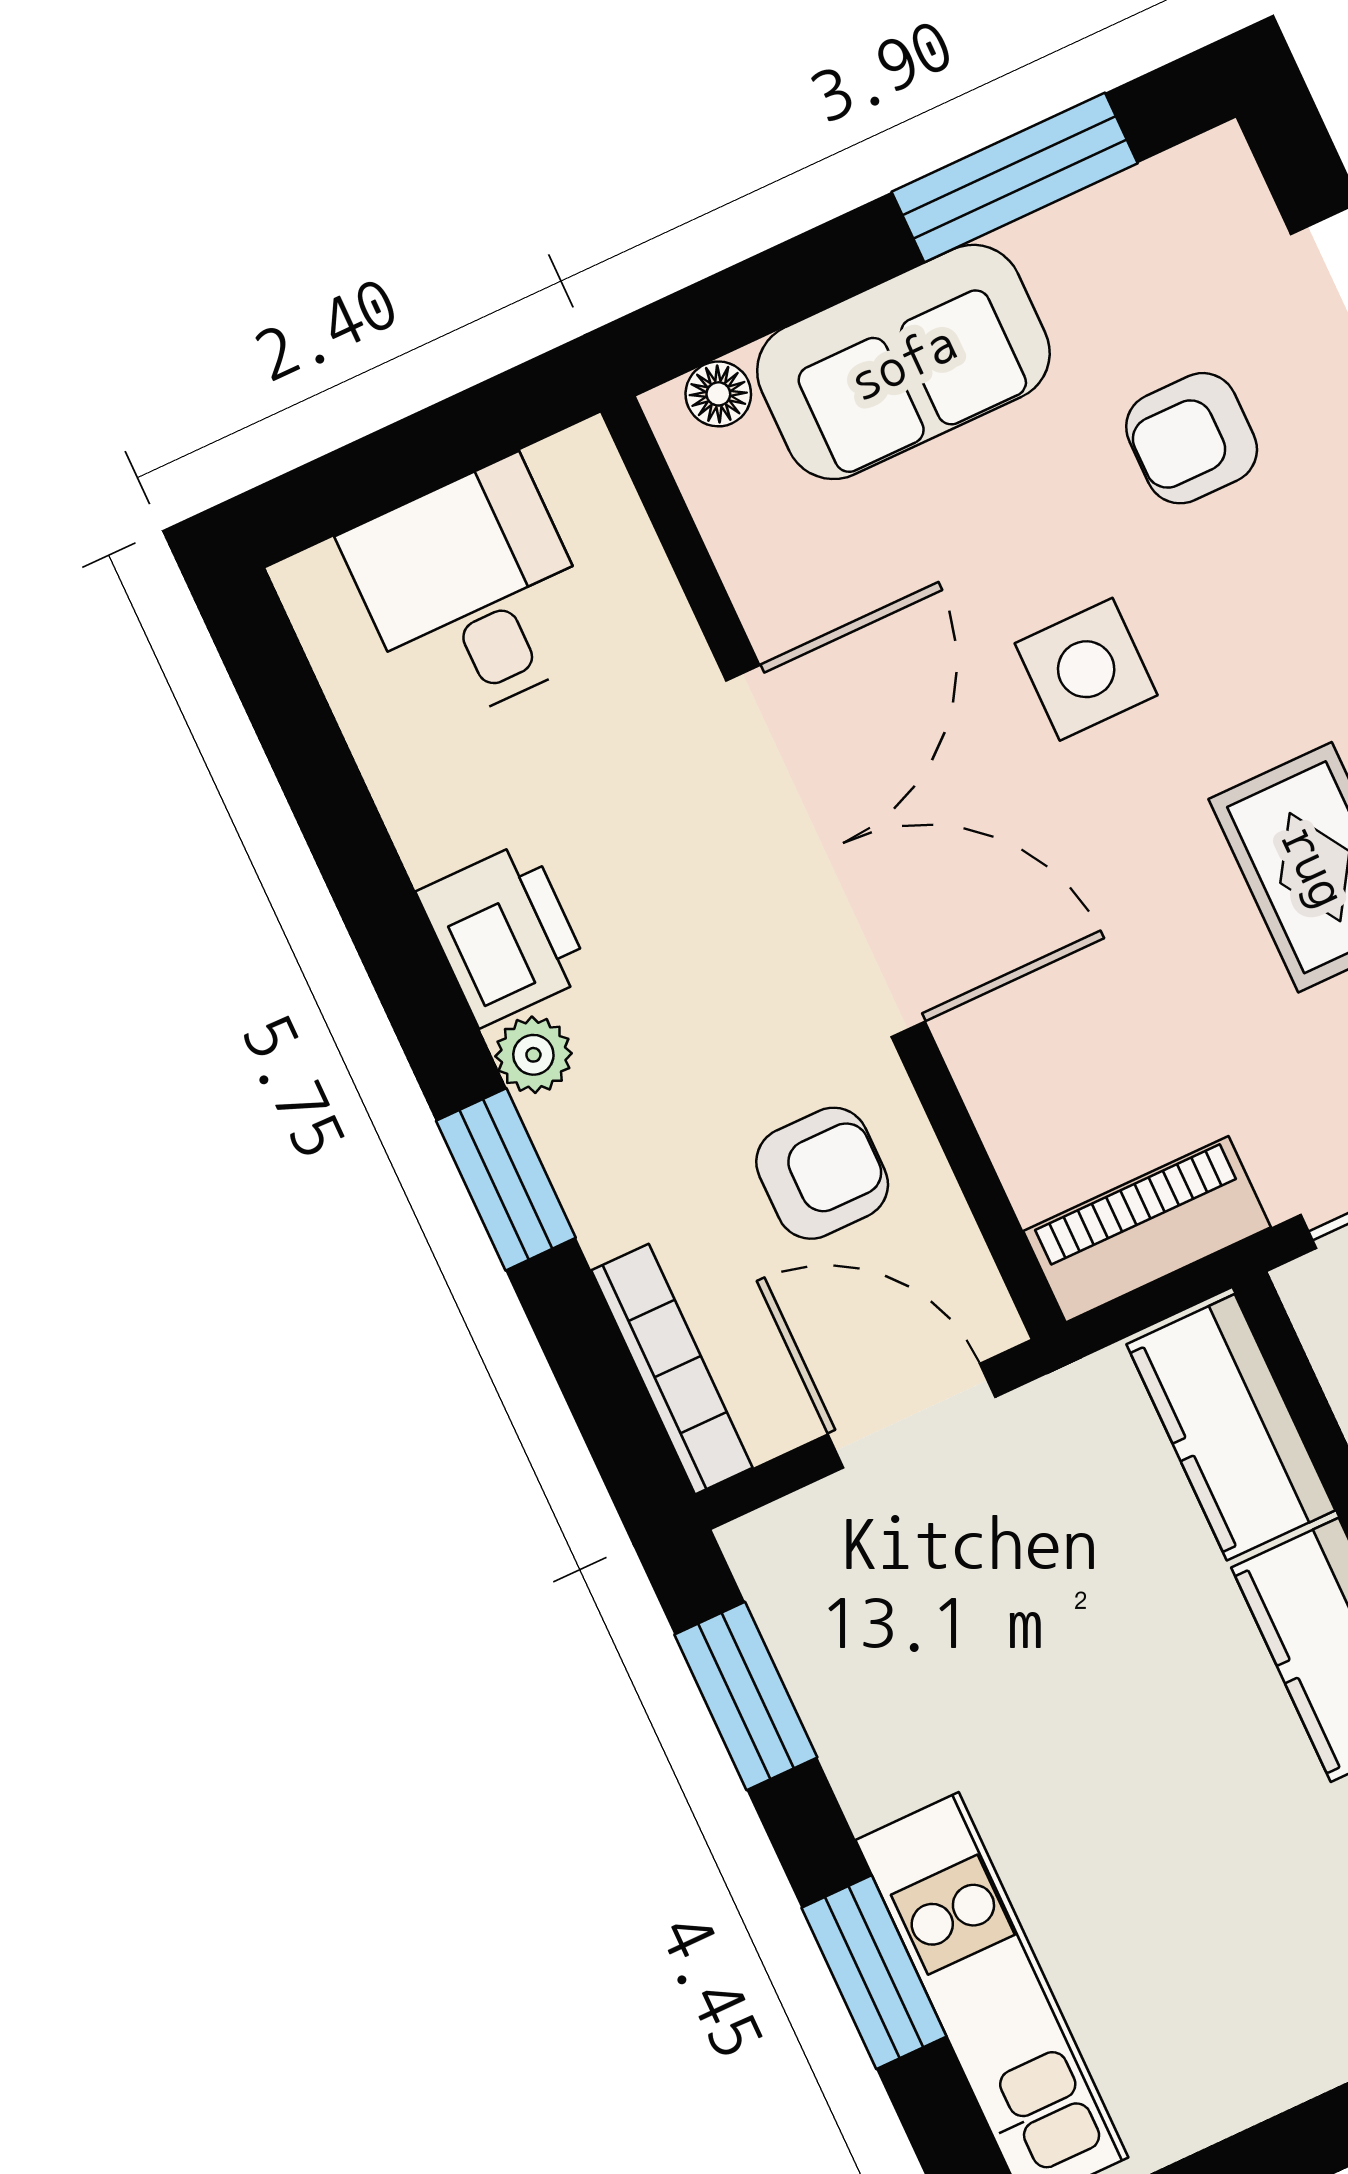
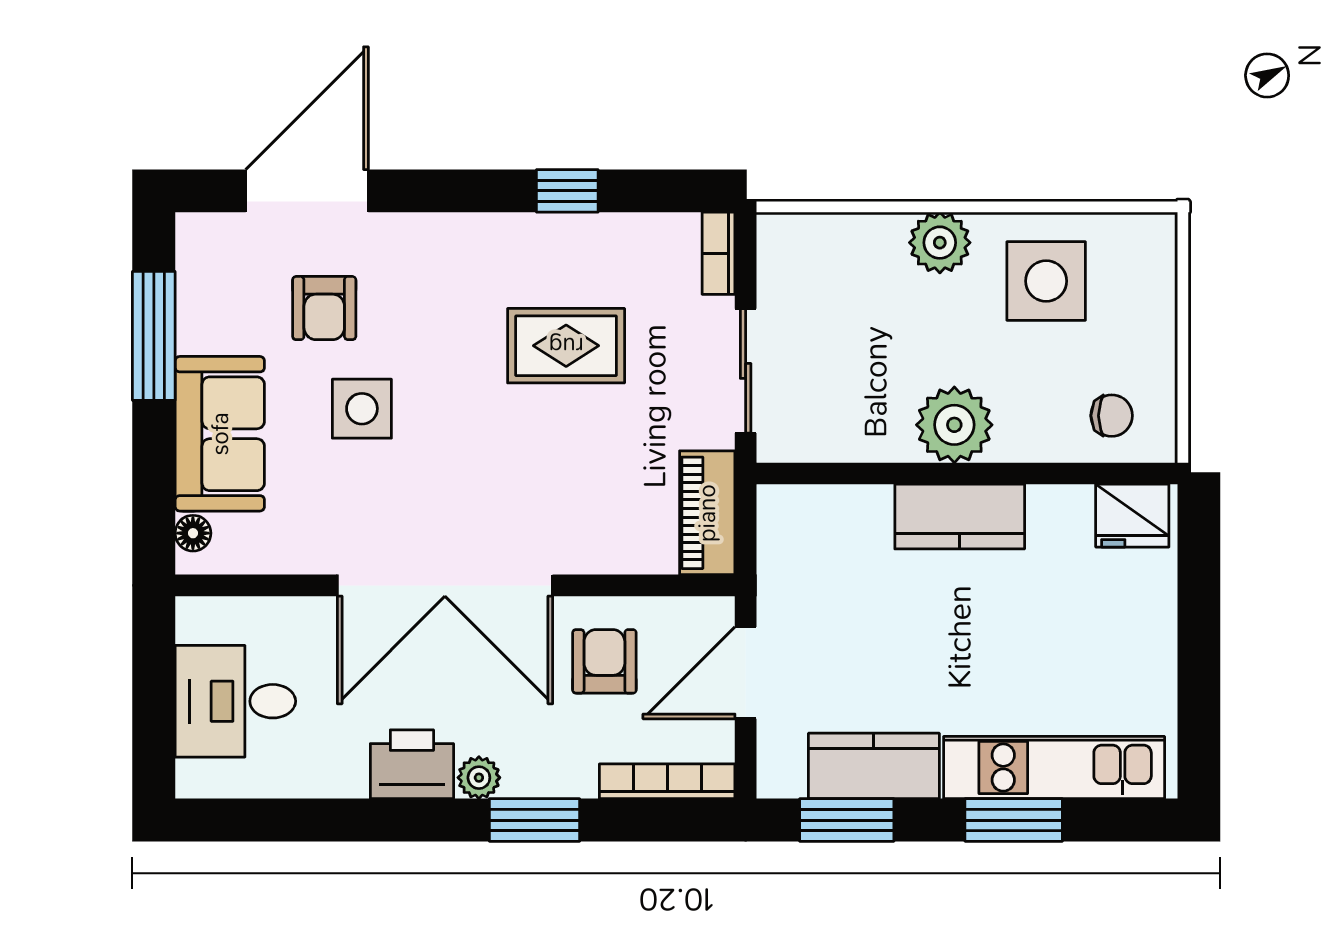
side table: (1086, 669) -> (362, 409), moved
double door: (825, 851) -> (445, 585), swing flipped
kitchen counter: (1231, 1427) -> (874, 766), moved, turned 180

